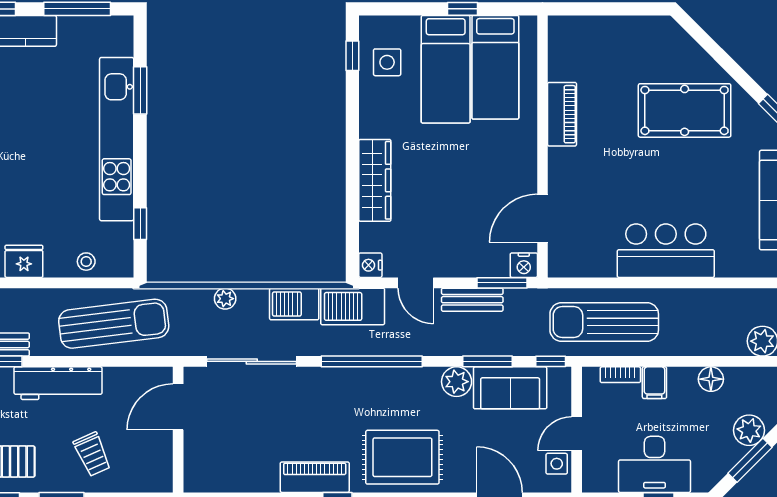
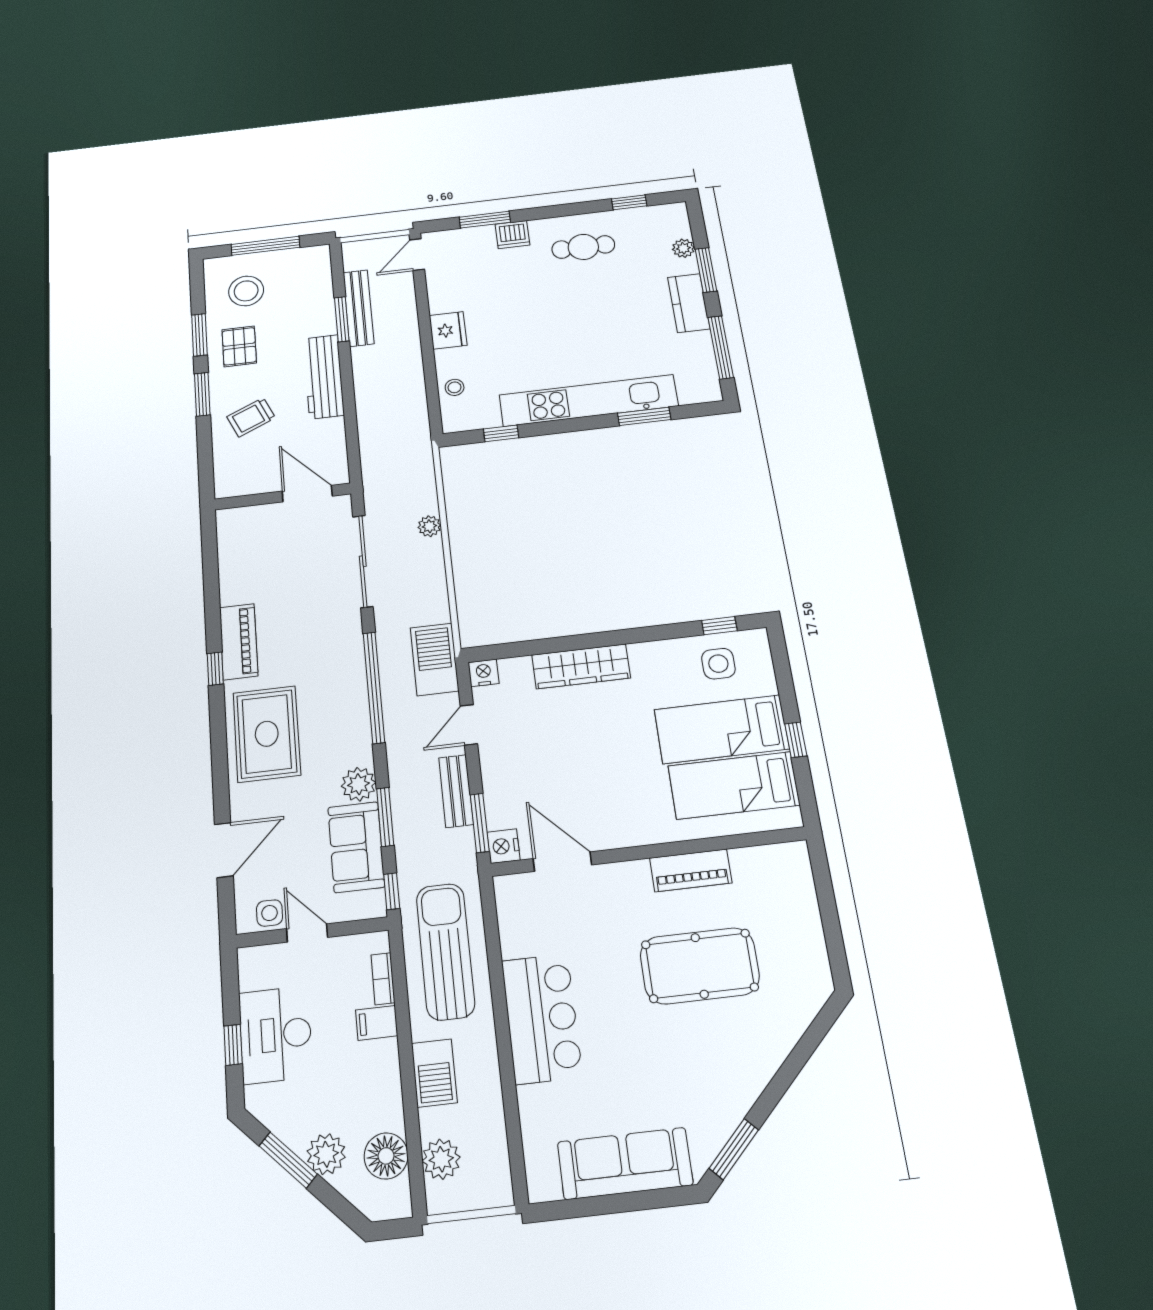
pool table: (685, 110) -> (700, 966), moved, turned 90
barbecue: (294, 304) -> (434, 1073), moved, turned 180
sun lounger: (114, 324) -> (391, 421), removed
floor lamp: (711, 379) -> (386, 1156), moved, width x1.38, depth x1.38

